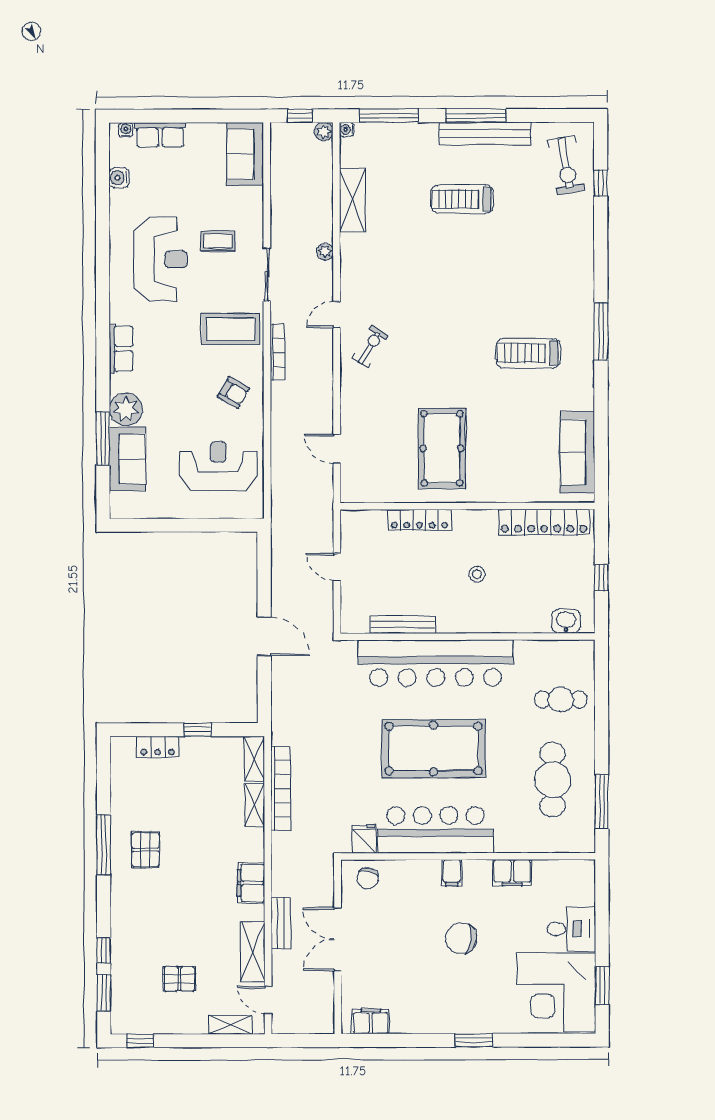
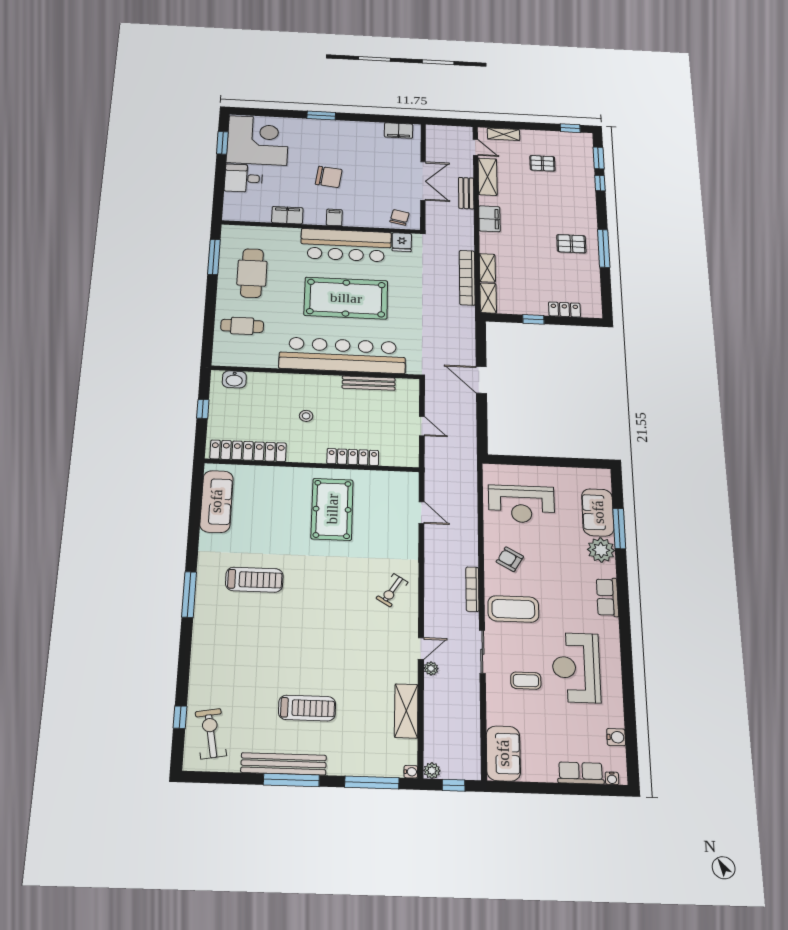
door: (337, 315) -> (421, 648), moved
pallet: (145, 850) -> (571, 244), turned 90

